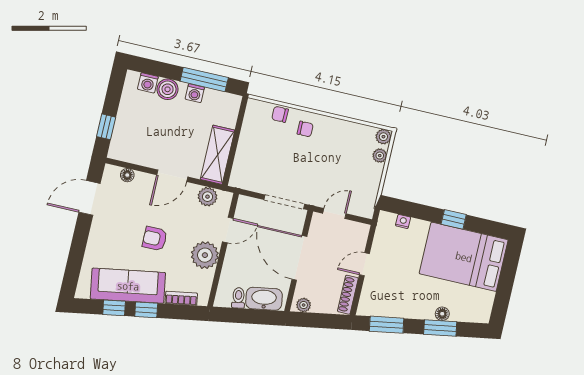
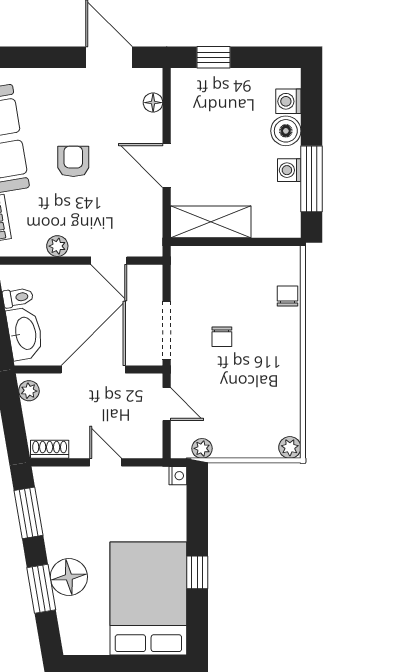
chair: (305, 129) -> (222, 337), moved
plant: (380, 156) -> (202, 448), moved
plant: (208, 197) -> (149, 221), removed
nightstand: (403, 221) -> (178, 476), moved
plant: (205, 255) -> (57, 246), width x0.53, depth x0.53
shoe rack: (348, 295) -> (50, 449), width x0.70
floor lamp: (442, 314) -> (69, 577), width x1.89, depth x1.89

